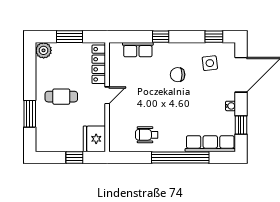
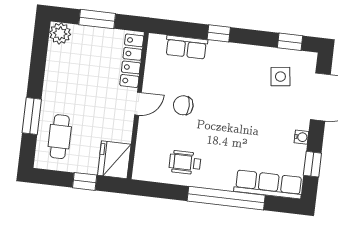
chair: (178, 75) -> (183, 105), moved
cafe table: (61, 97) -> (60, 137), moved, turned 90

